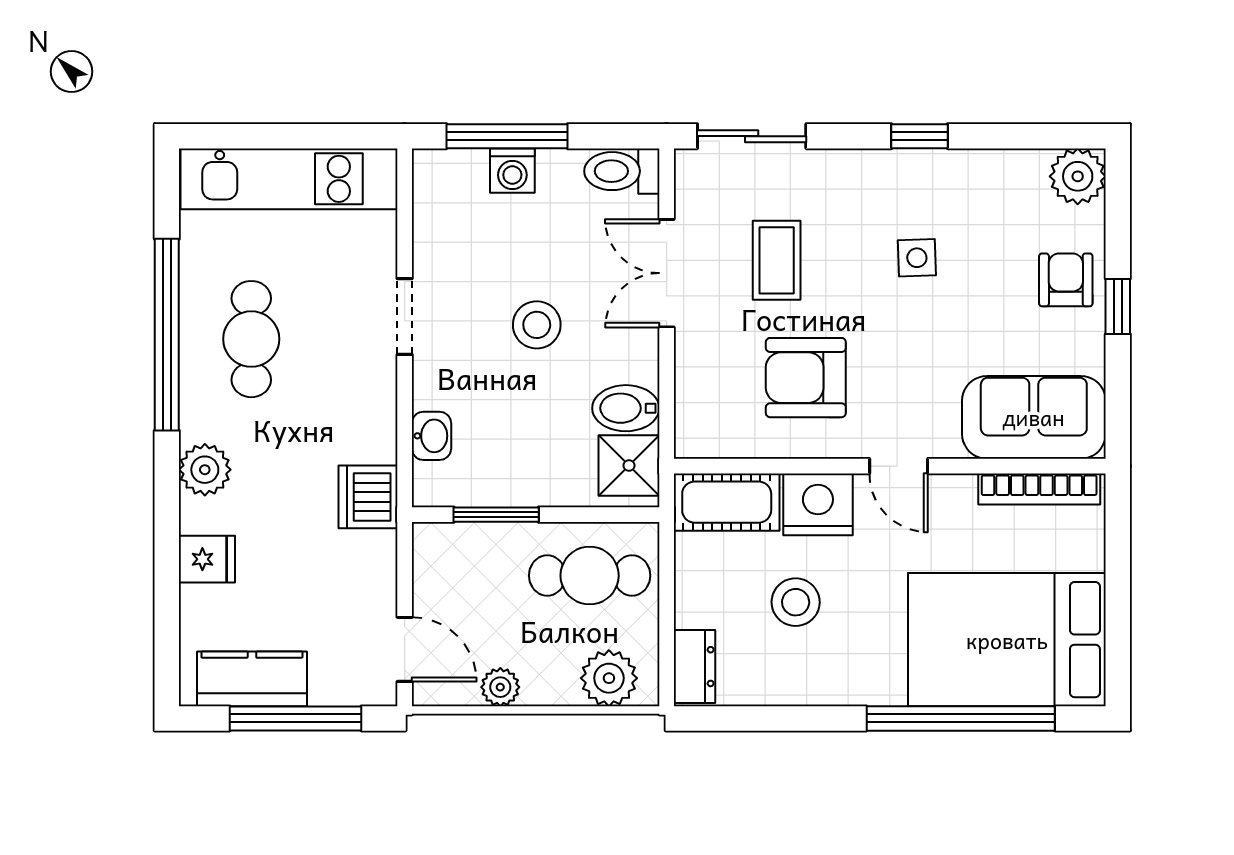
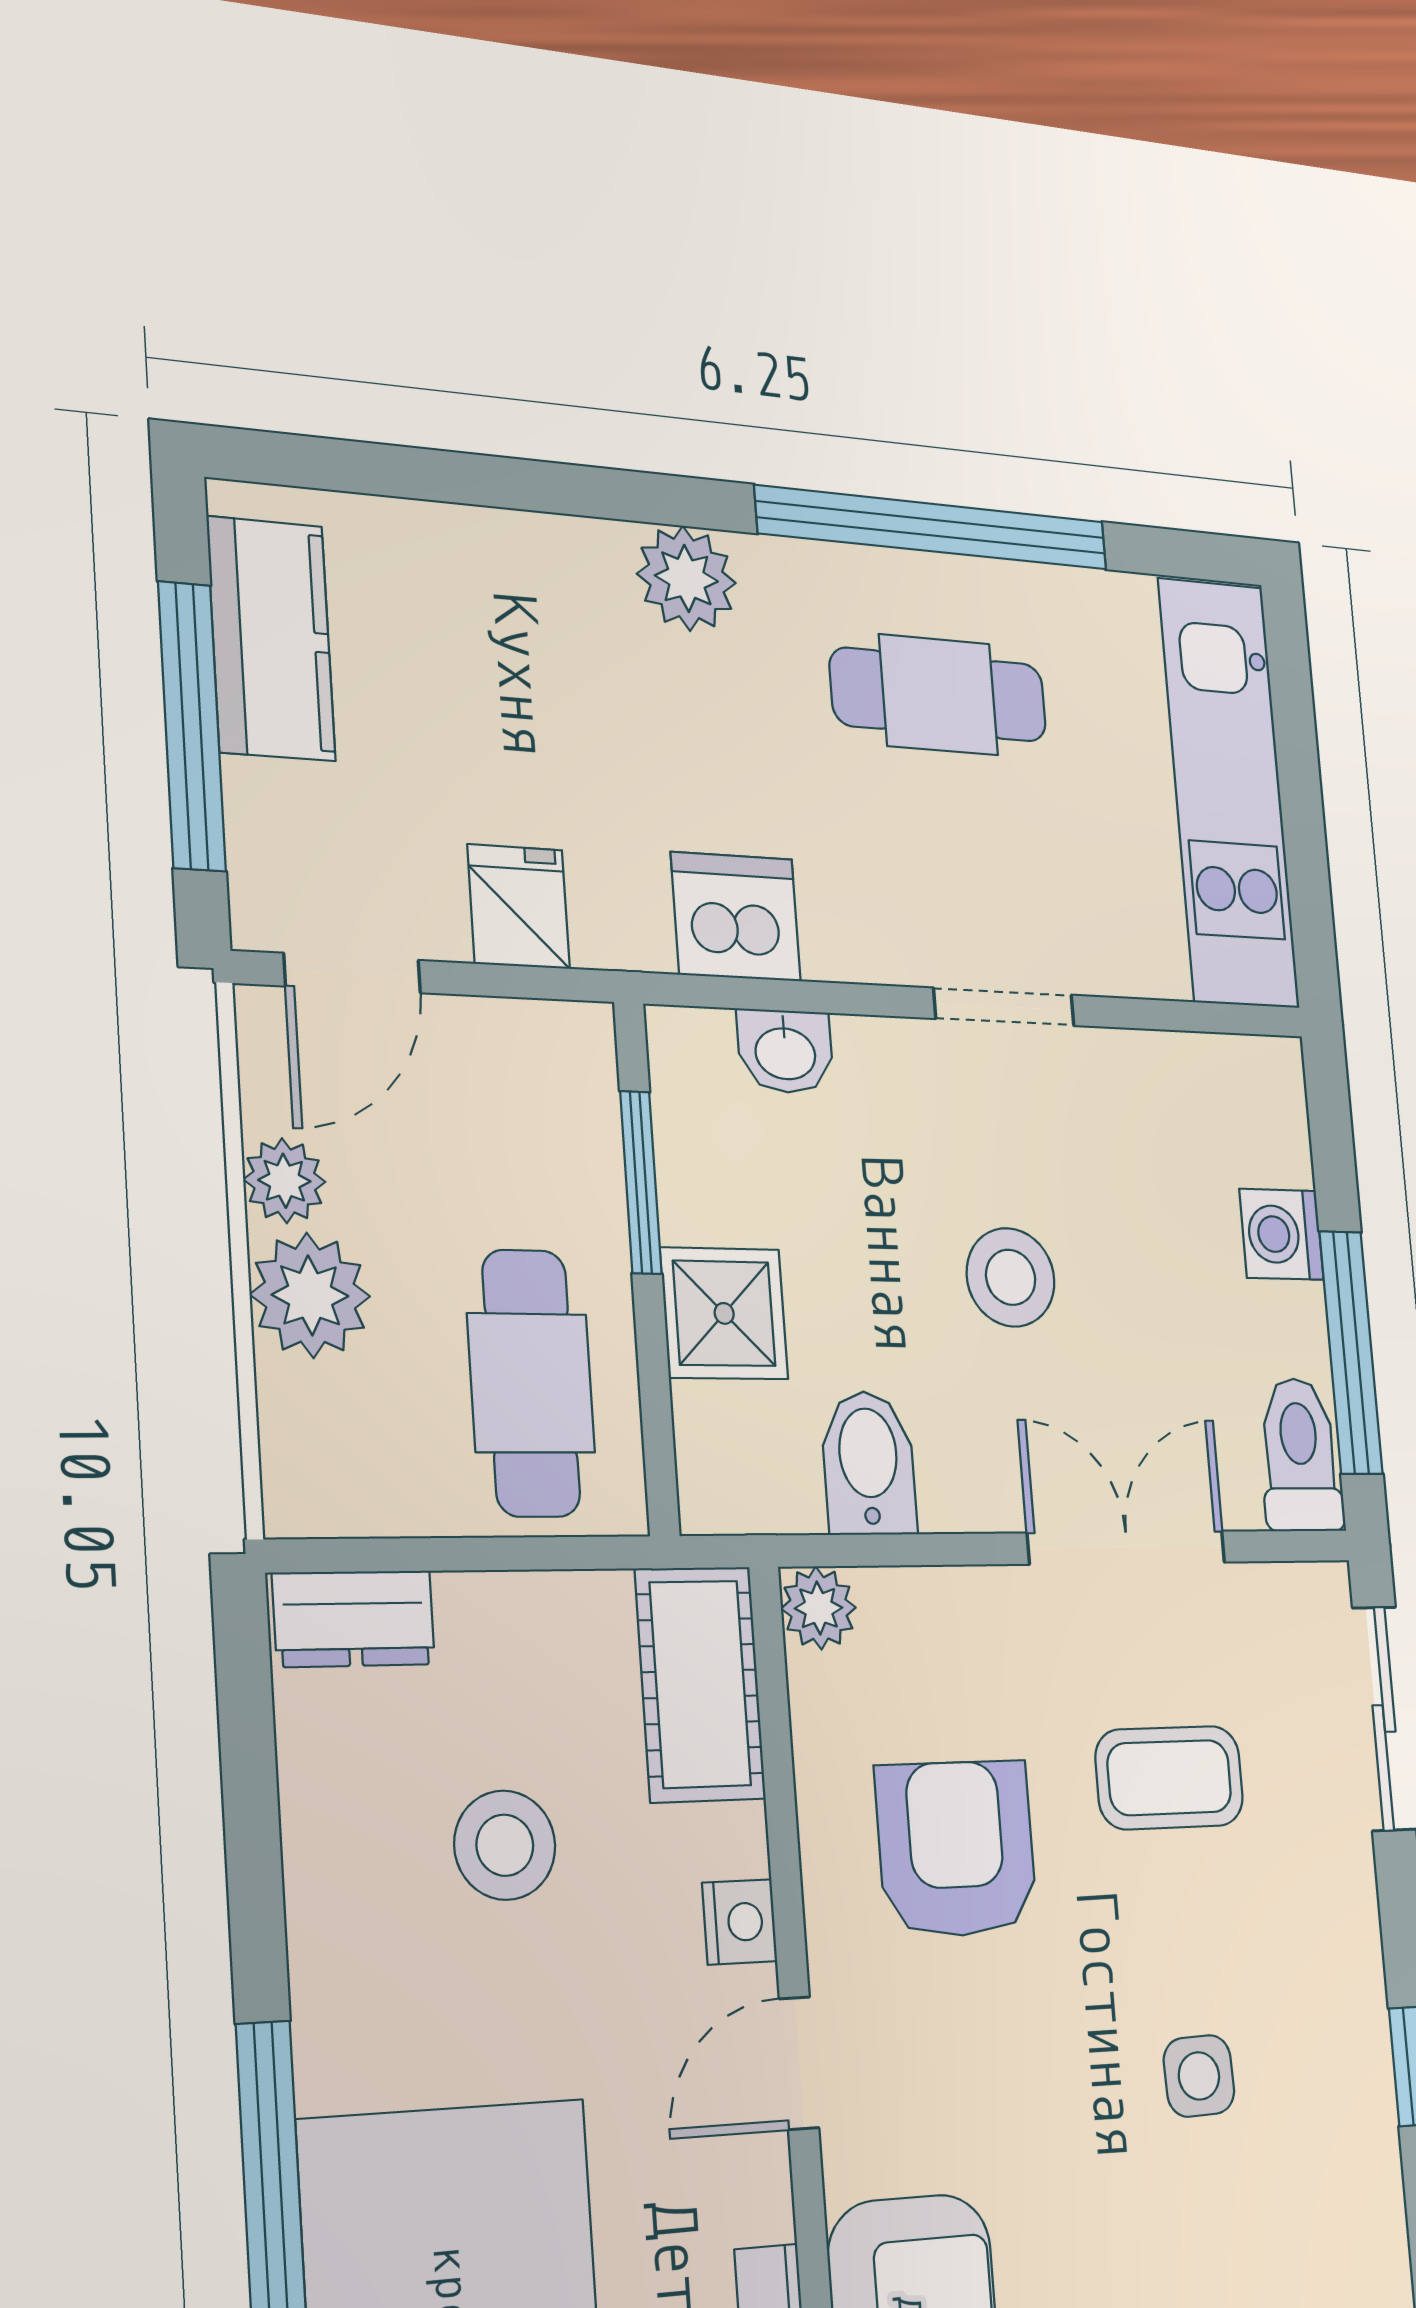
window: (507, 136) -> (1351, 1352), moved
plant: (693, 440) -> (819, 1608), added
shower: (629, 465) -> (724, 1313), moved
dishwasher: (368, 497) -> (736, 917), moved
nightstand: (818, 504) -> (740, 1922), width x0.53, depth x0.56
fridge: (207, 559) -> (519, 907), moved, turned 180
plant: (609, 678) -> (310, 1295), moved

